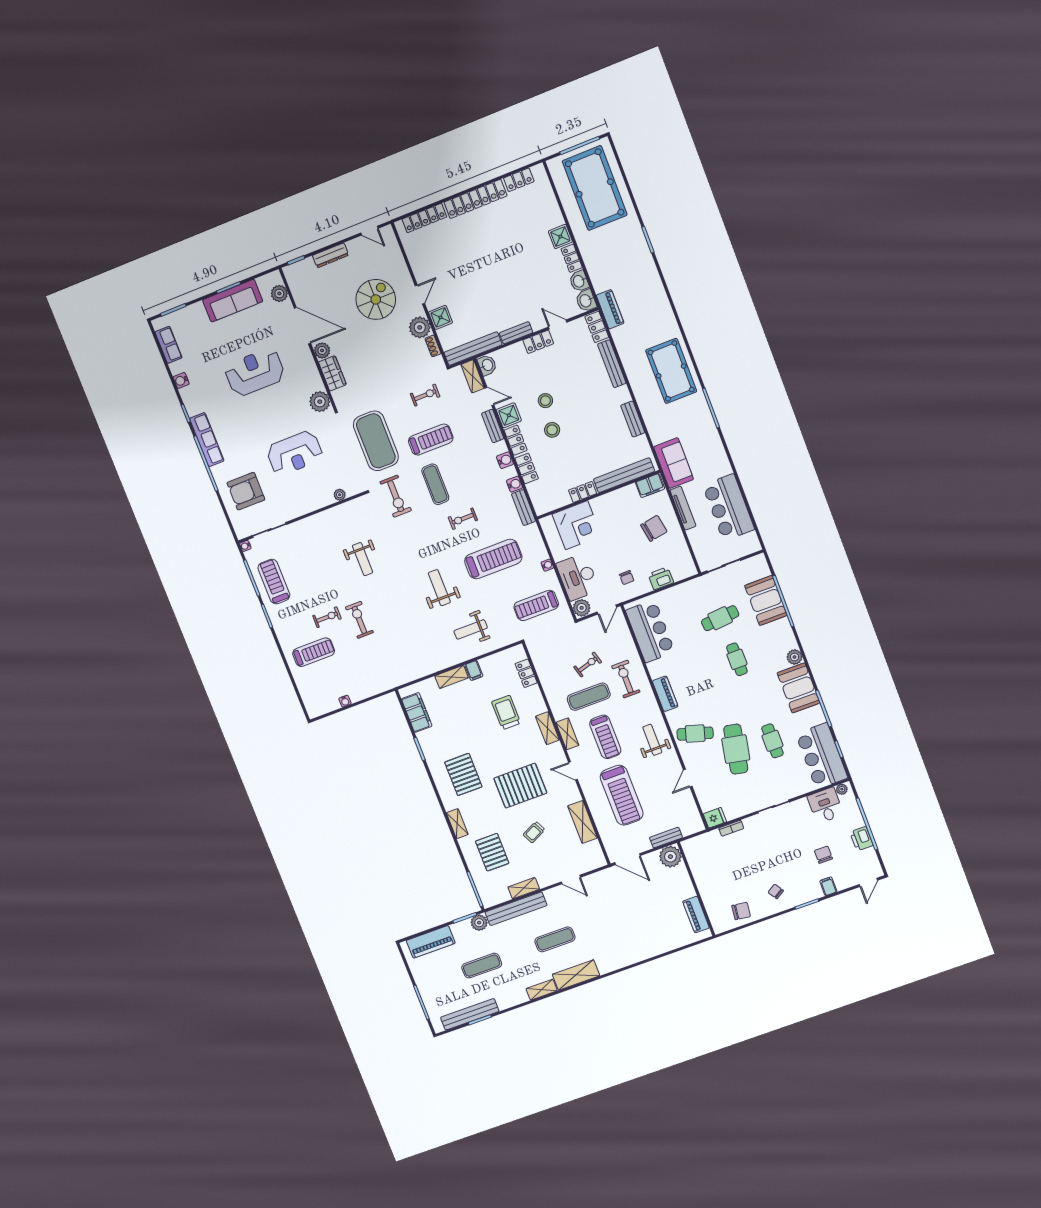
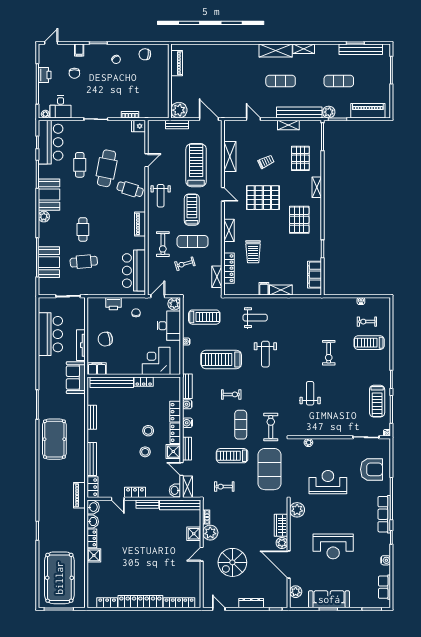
exercise bike: (327, 617) -> (367, 322), moved
locker: (526, 673) -> (229, 268), width x1.53
shelving: (567, 734) -> (217, 277), moved

